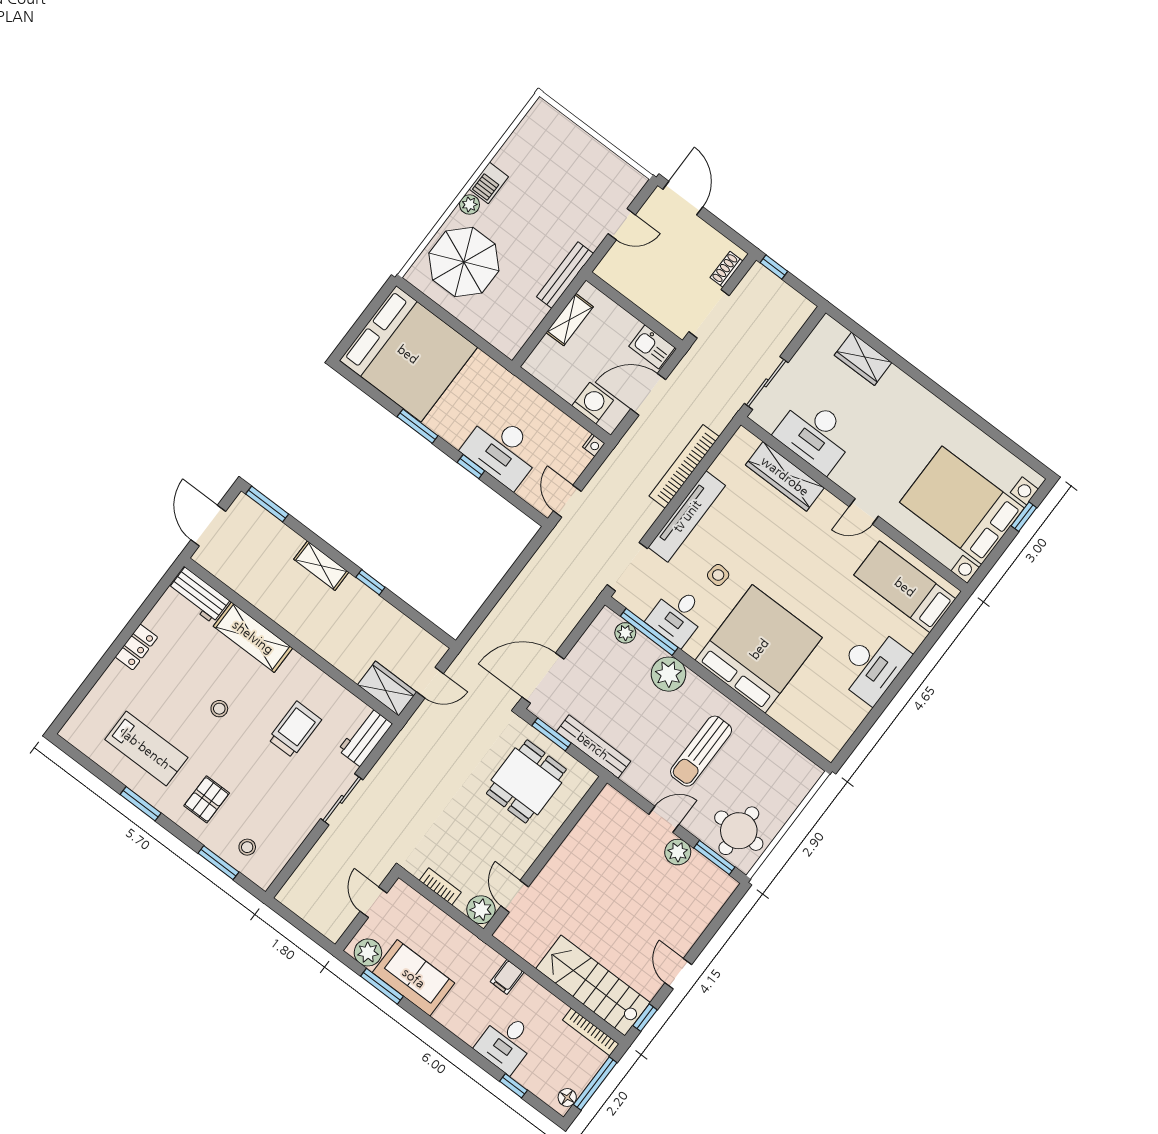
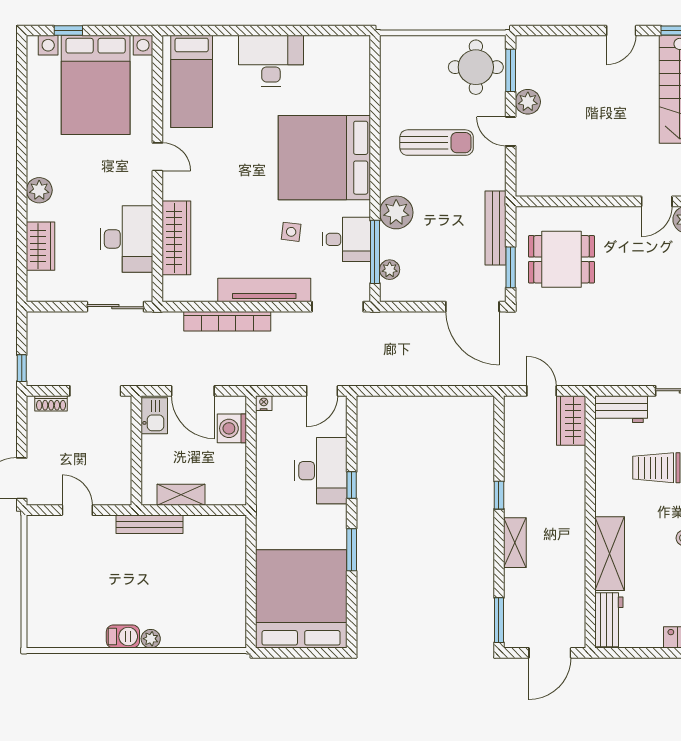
parasol: (464, 262) -> (198, 610), removed
plant: (910, 393) -> (39, 190), added

